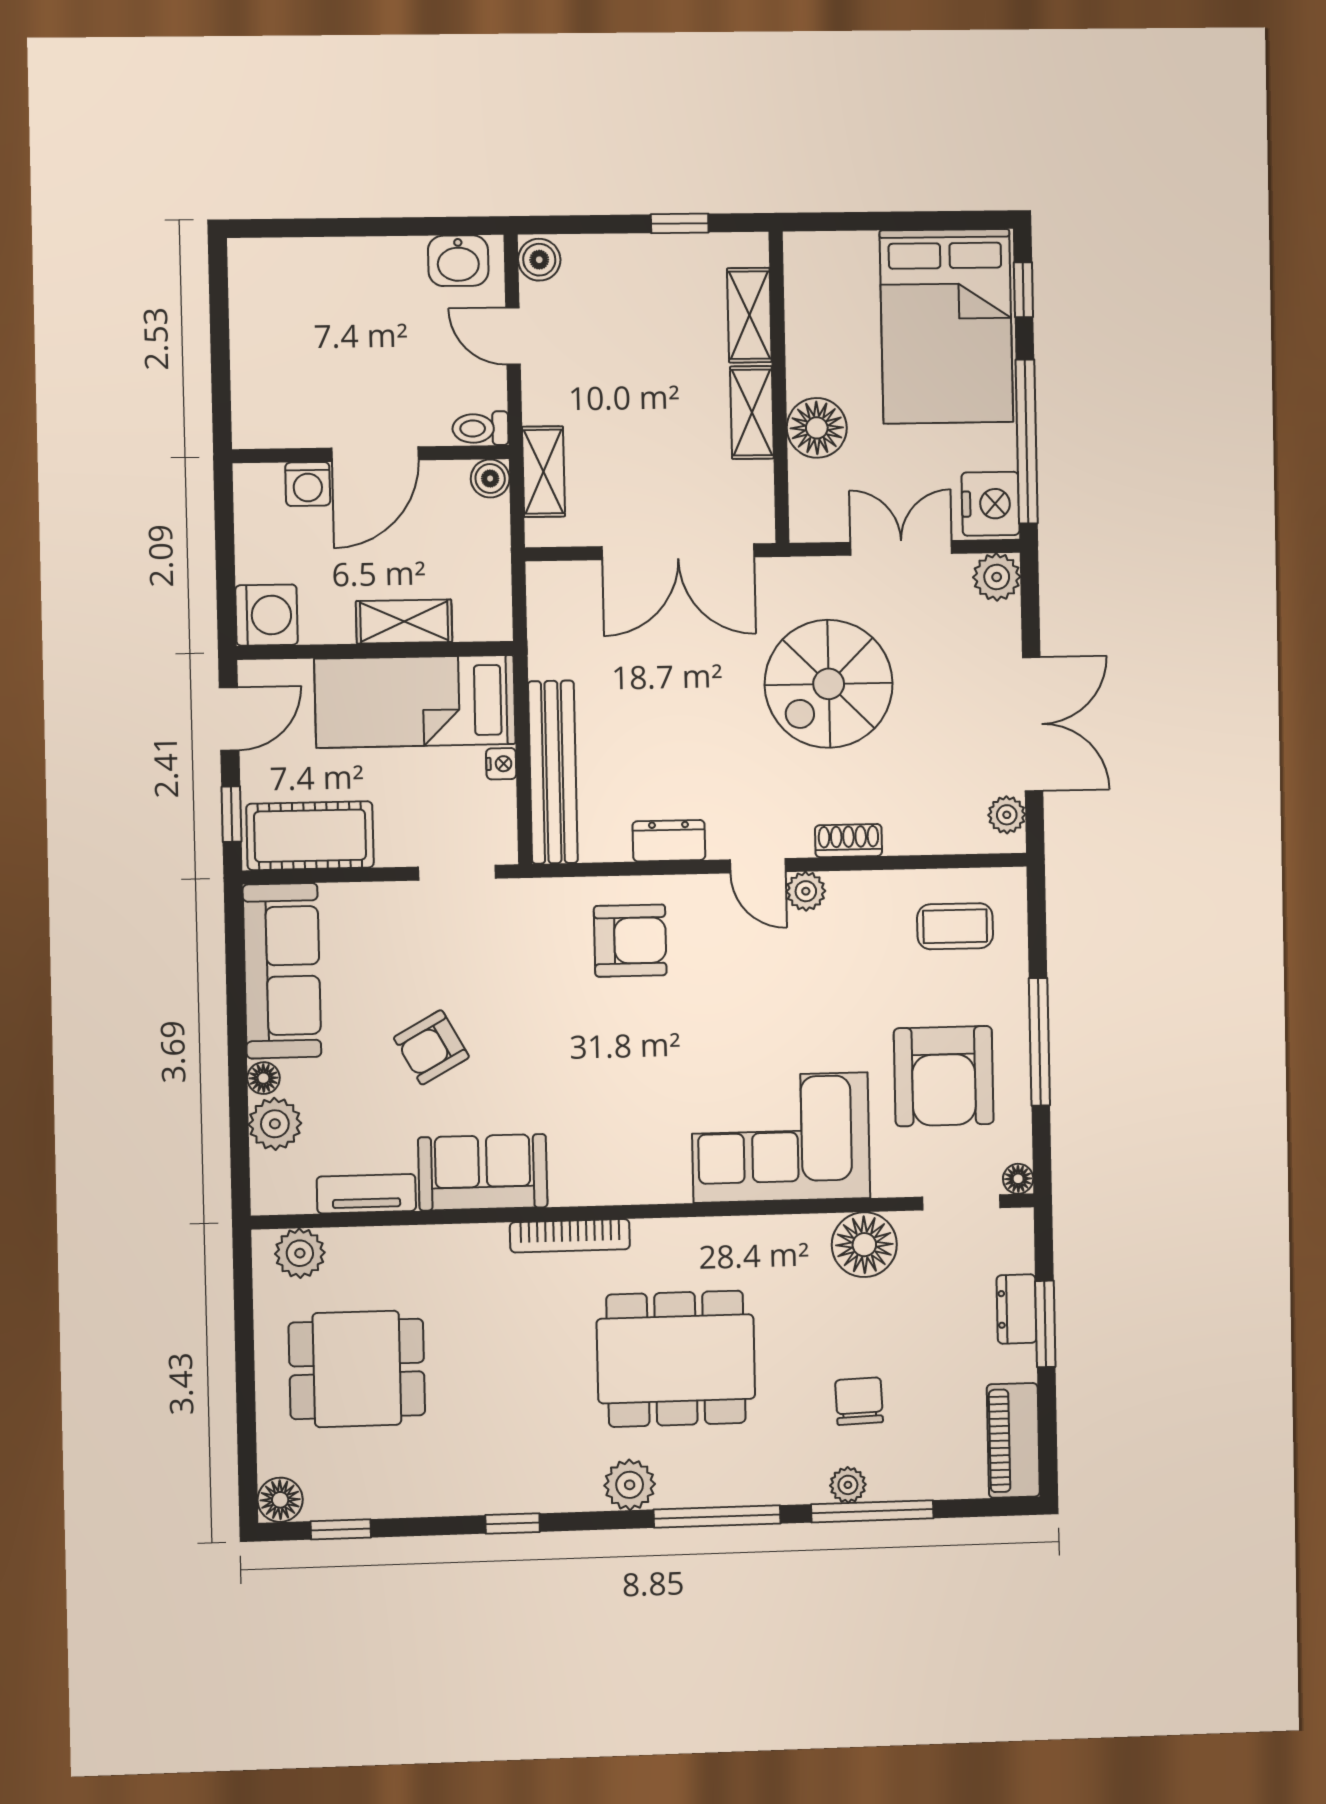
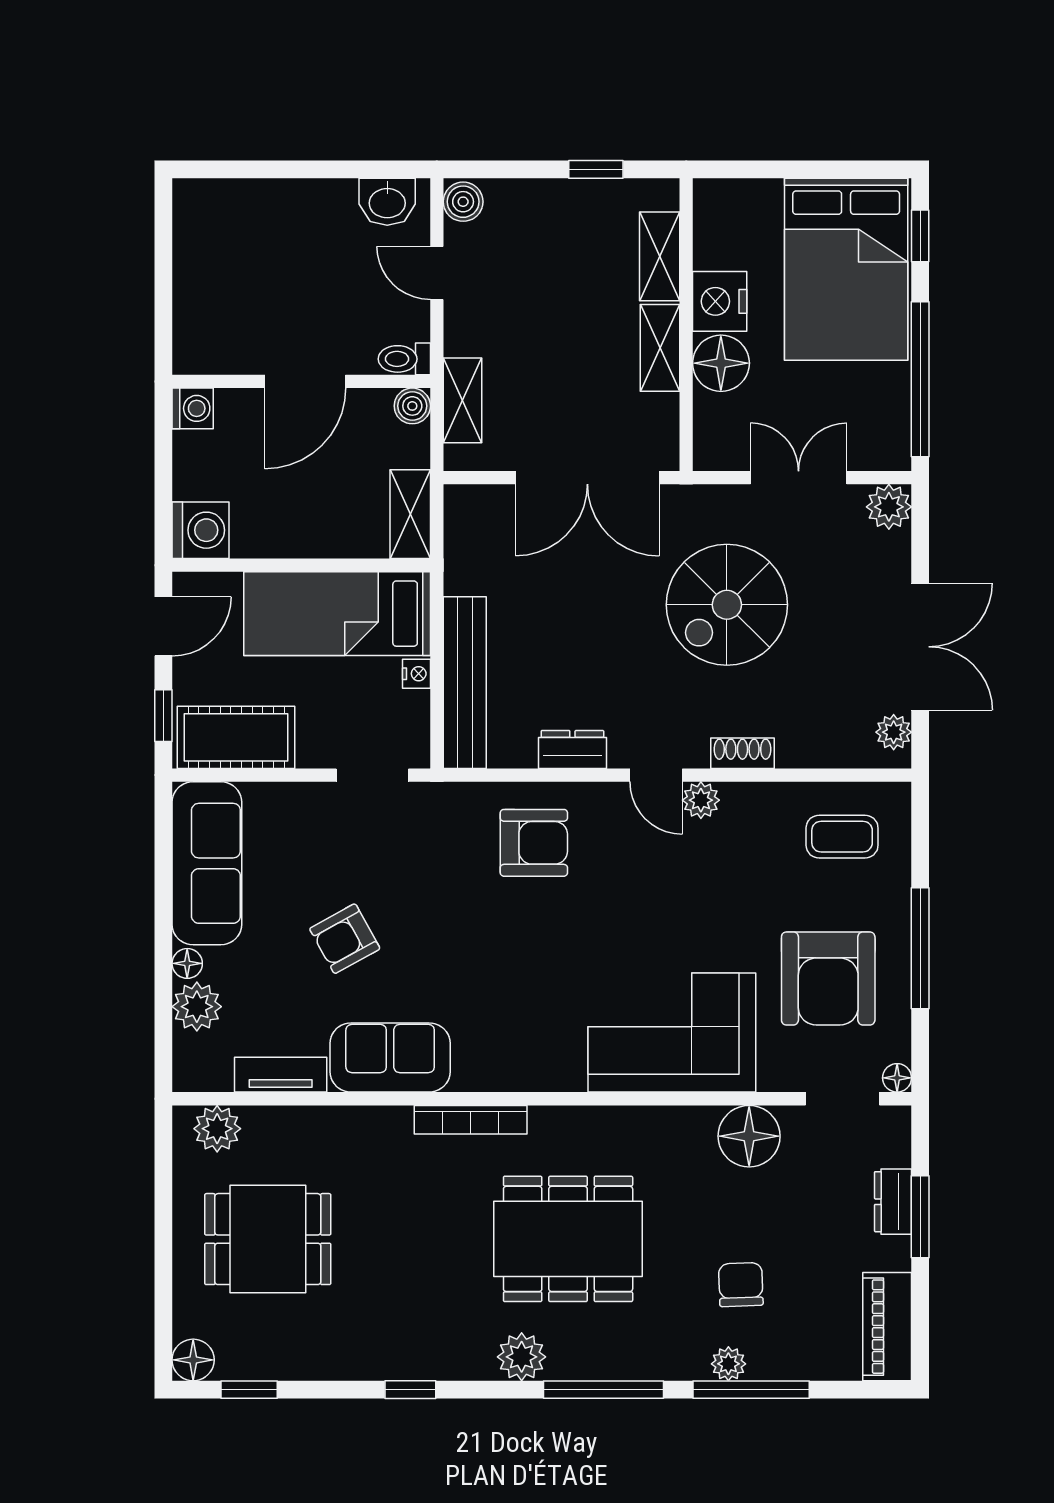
washing machine: (308, 484) -> (193, 408), moved, turned -90
nightstand: (990, 504) -> (720, 301), moved, turned 180
shelving: (404, 622) -> (410, 514), moved, turned 90

